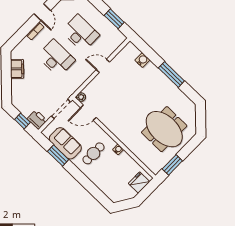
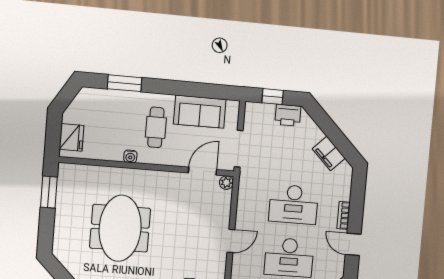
printer: (37, 120) -> (288, 115), moved
meeting table: (164, 129) -> (120, 228), moved, turned 90
window: (58, 156) -> (124, 83), moved

